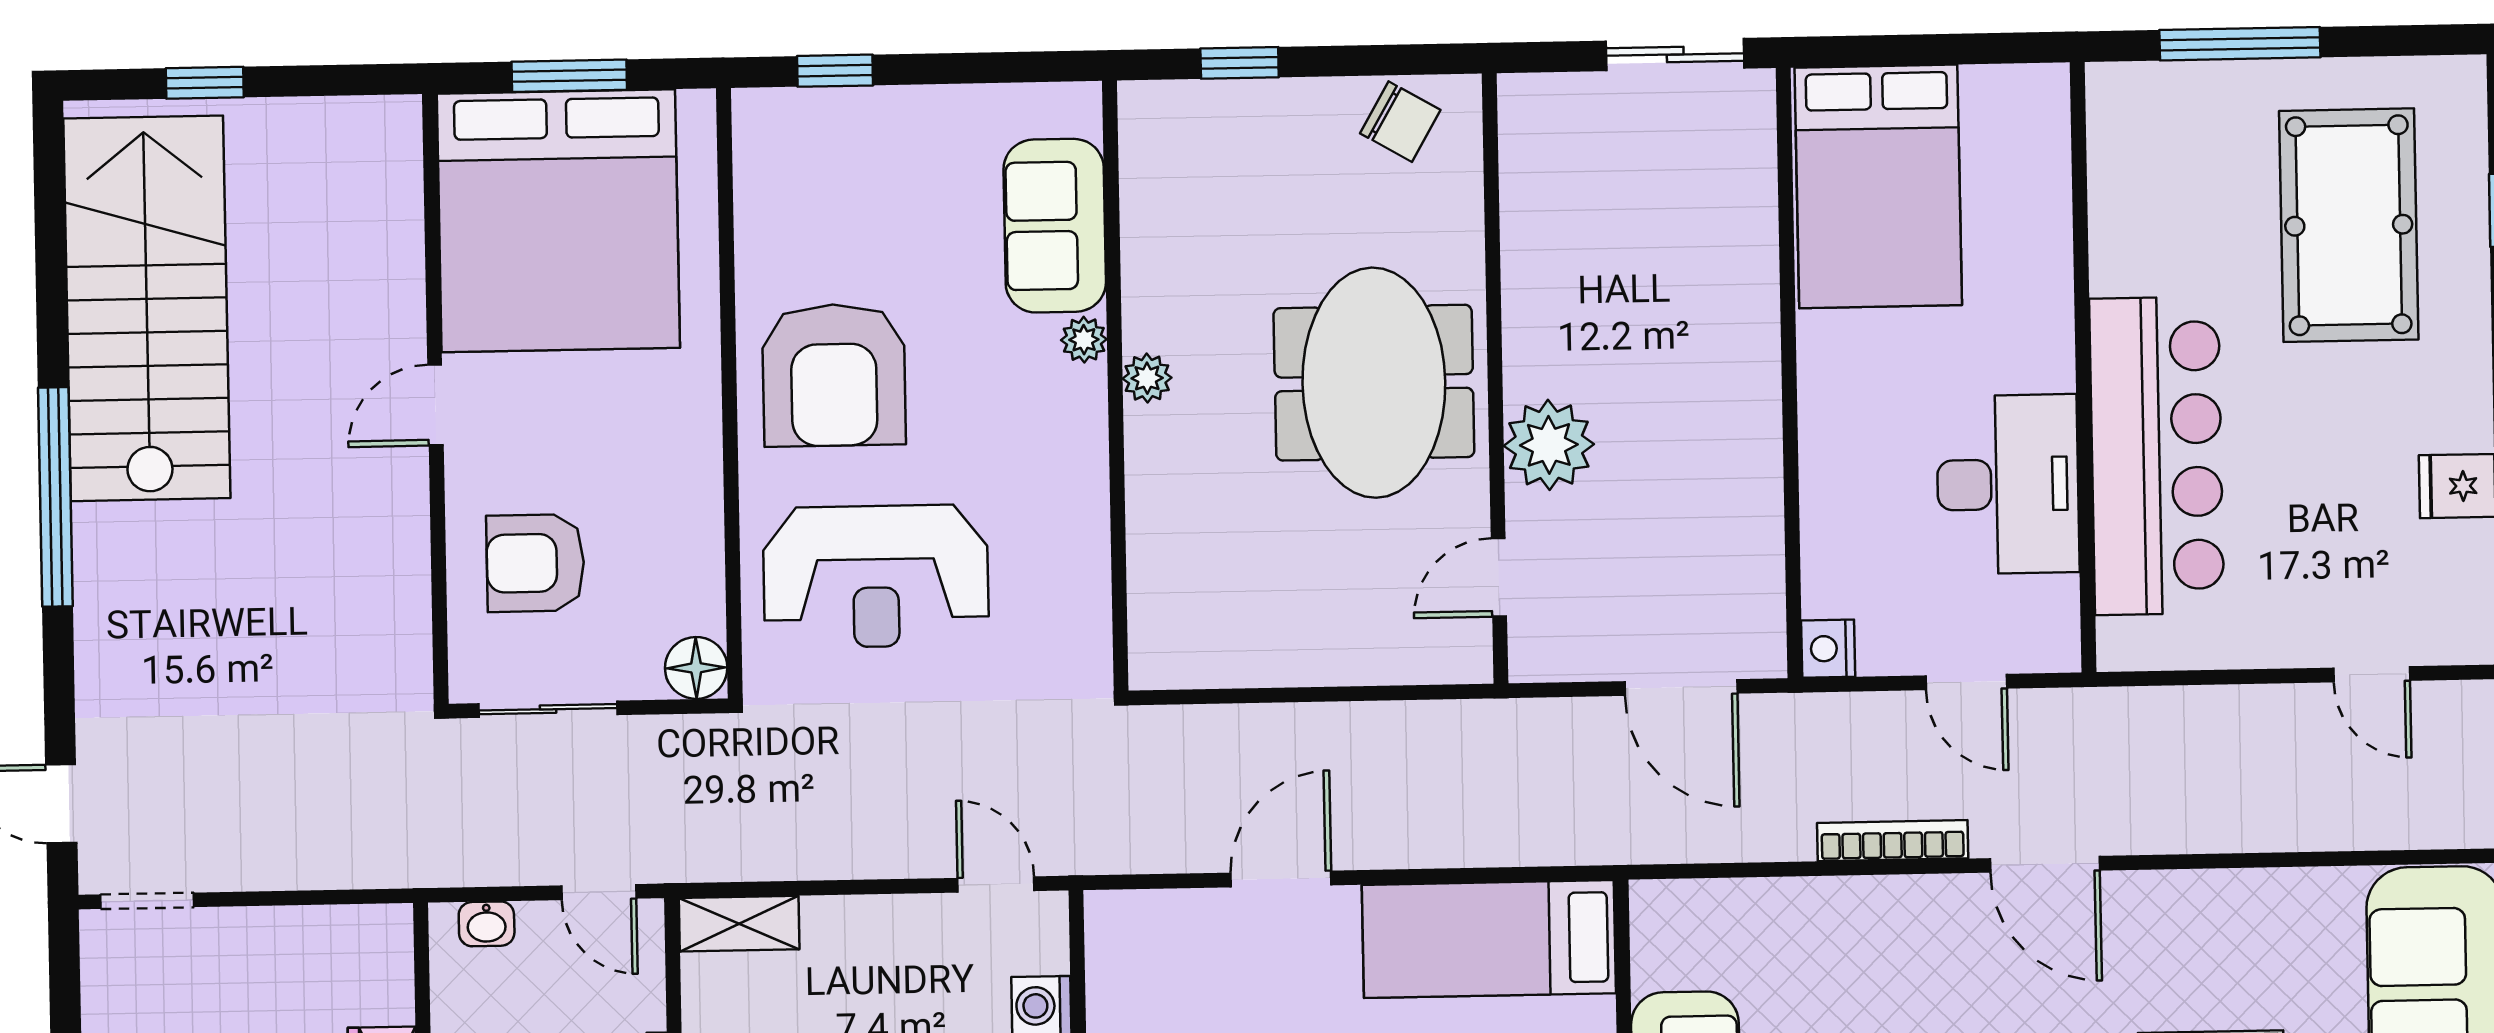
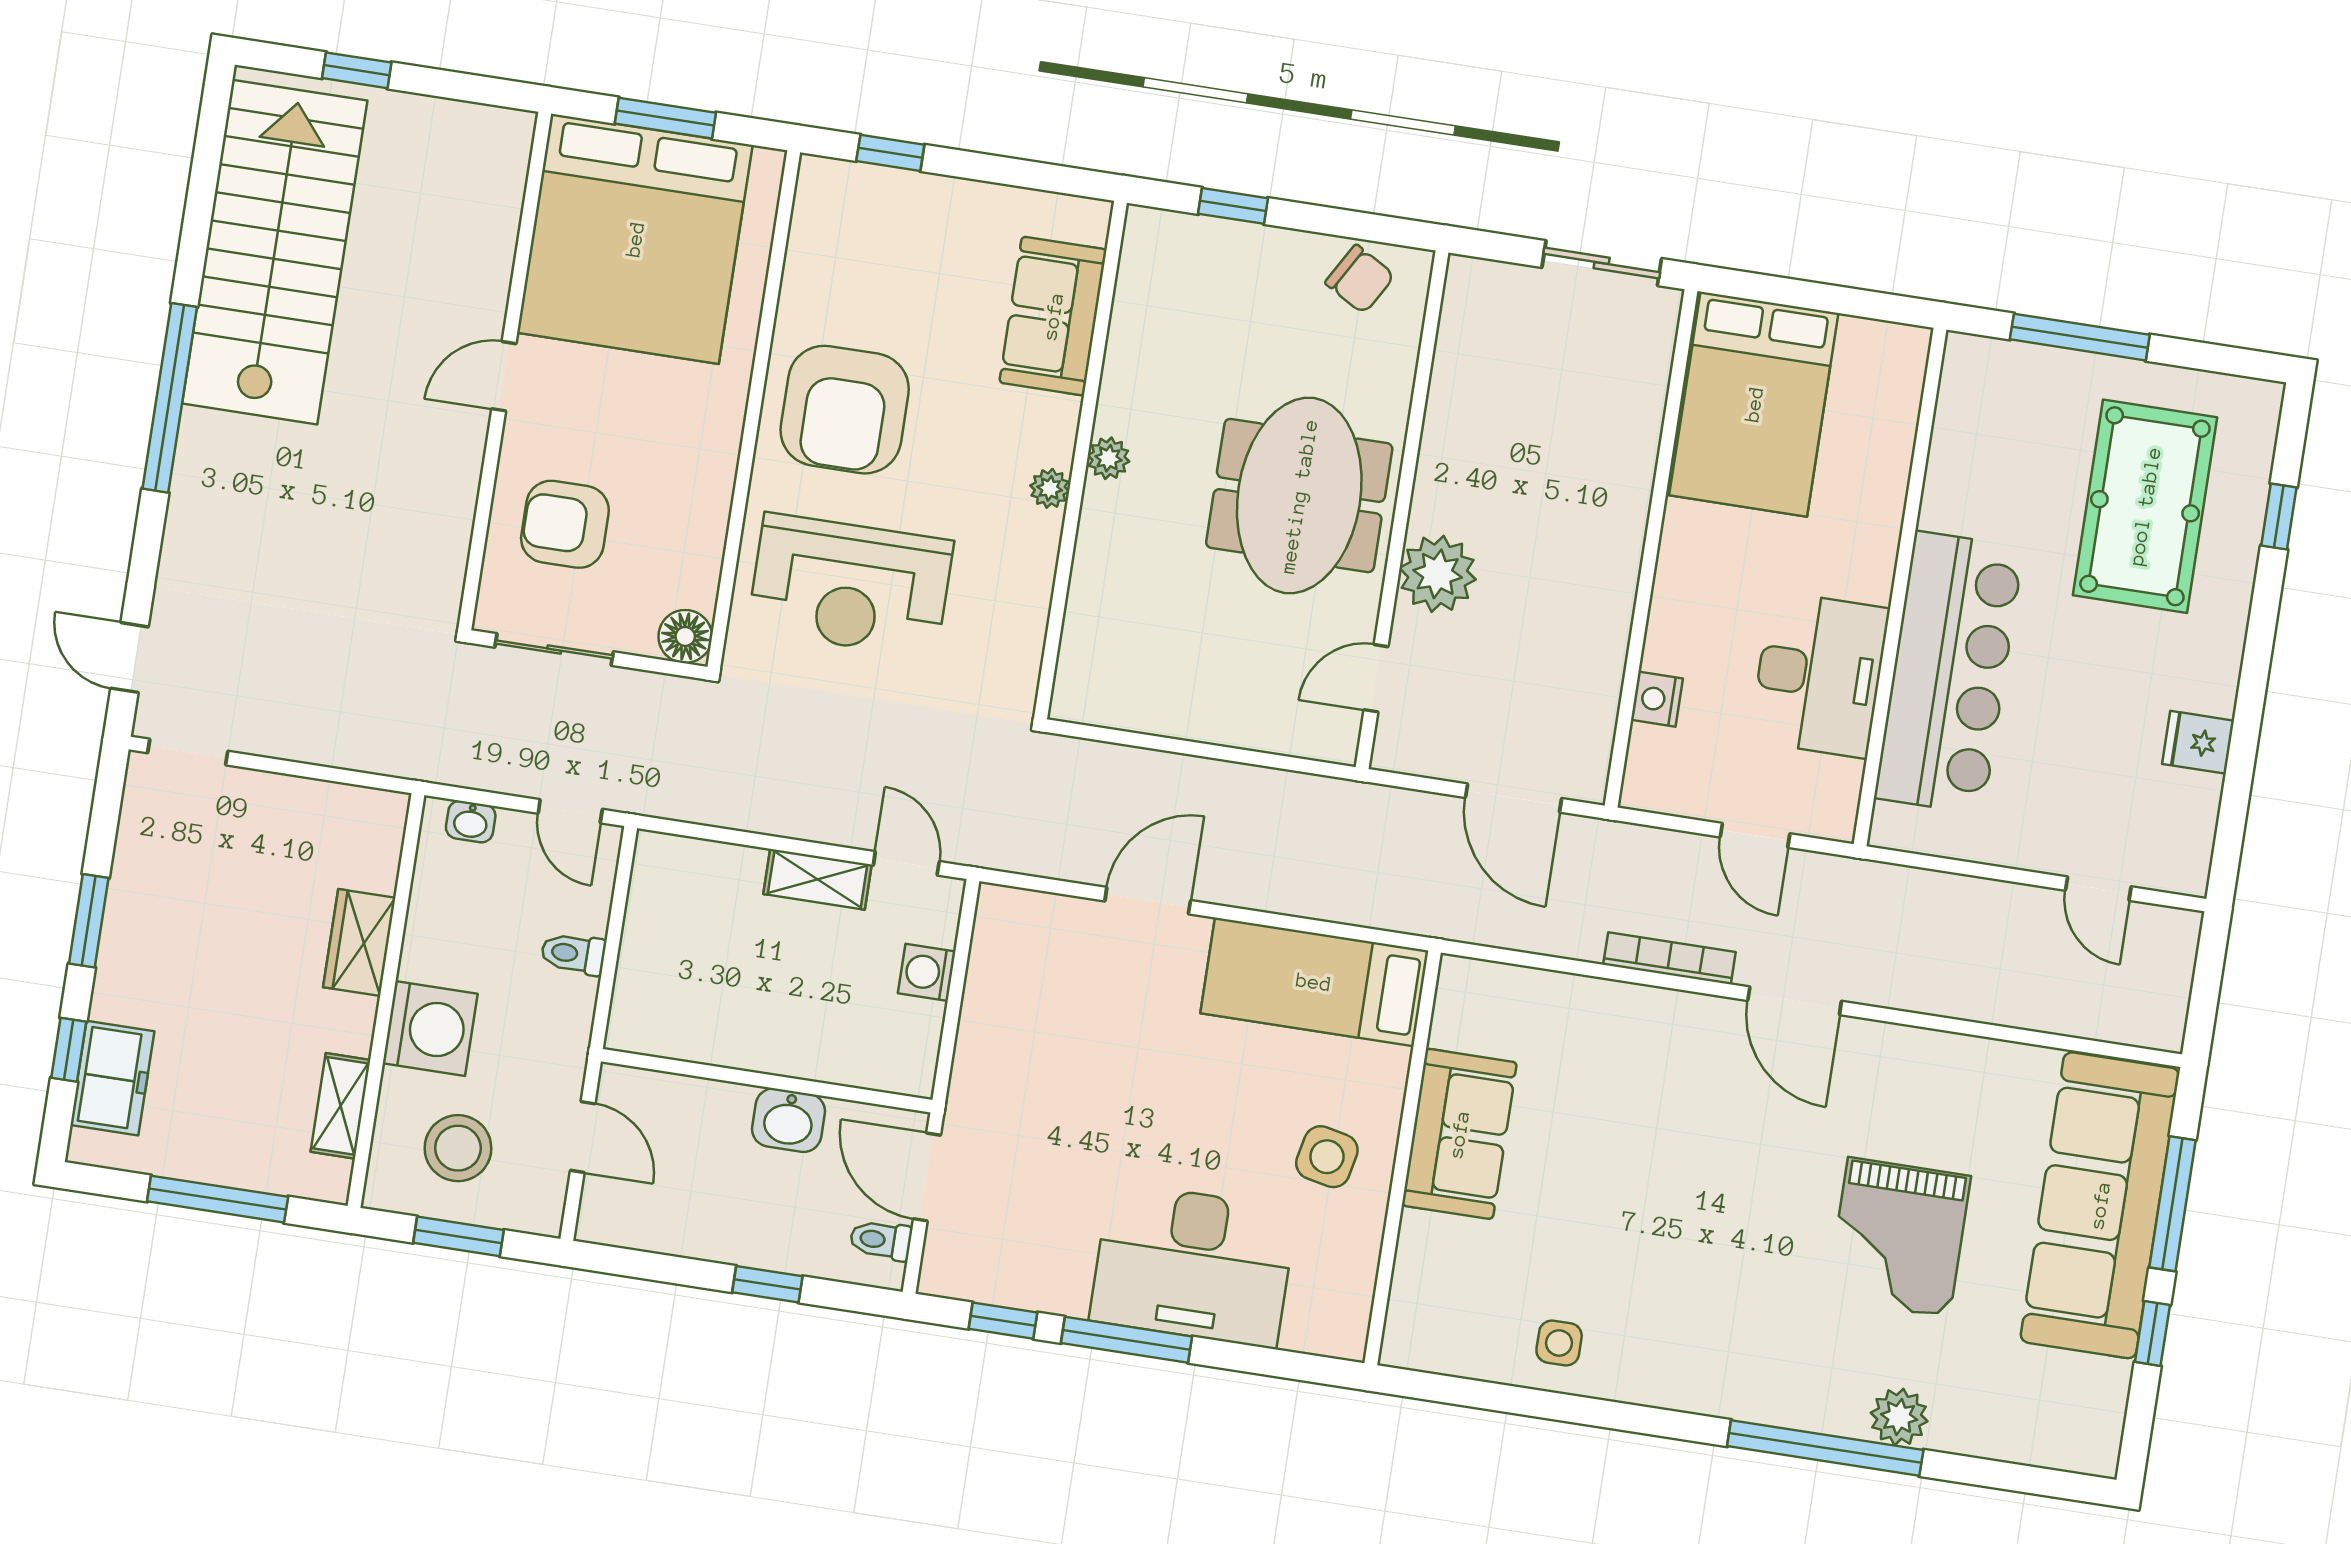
plant: (1084, 340) -> (1050, 488), moved
nightstand: (1828, 649) -> (1657, 699), moved
shelving: (739, 924) -> (818, 879), moved

